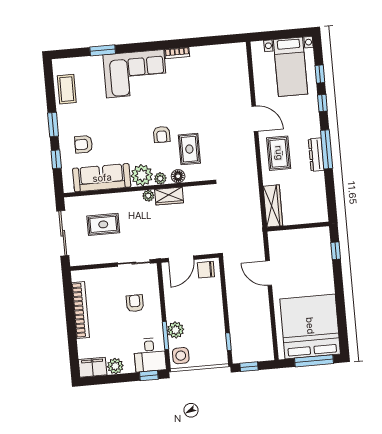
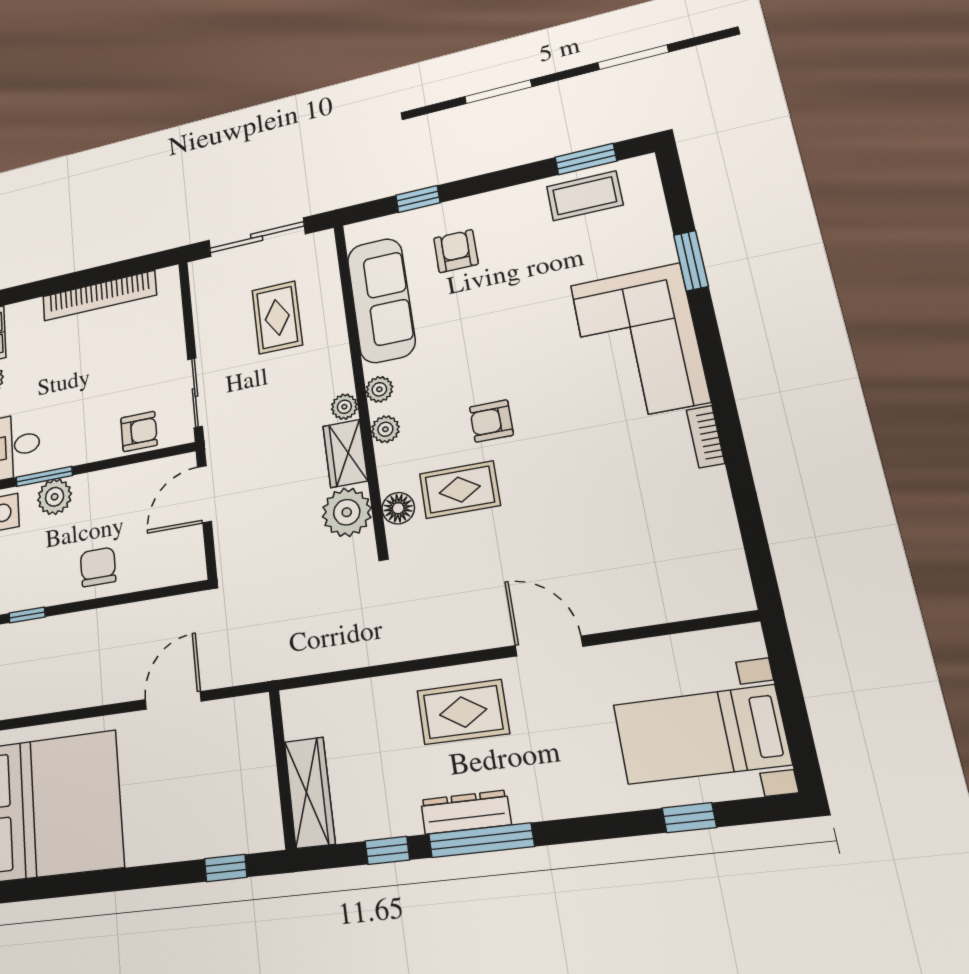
window: (322, 103) -> (387, 850), moved
door: (255, 119) -> (549, 646), swing flipped
window: (53, 125) -> (586, 159), moved
plant: (142, 175) -> (379, 389), width x0.53, depth x0.53
floor lamp: (178, 176) -> (398, 508), moved
plant: (195, 196) -> (347, 512), added
wardrobe: (273, 206) -> (310, 792), moved, turned -90
door: (181, 259) -> (205, 494), hinge flipped
chair: (206, 270) -> (98, 567), moved
armchair: (135, 303) -> (139, 432), moved

